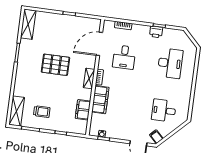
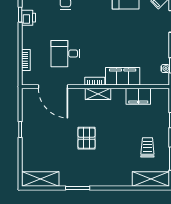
desk: (124, 57) -> (65, 54), turned 180
pallet: (55, 65) -> (87, 138), width x0.67, depth x0.71

